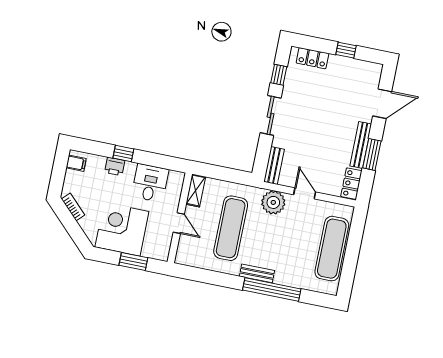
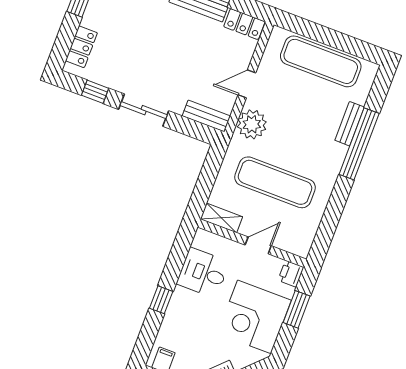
printer: (115, 166) -> (291, 274), moved, turned 180
bench: (257, 273) -> (350, 124), moved

